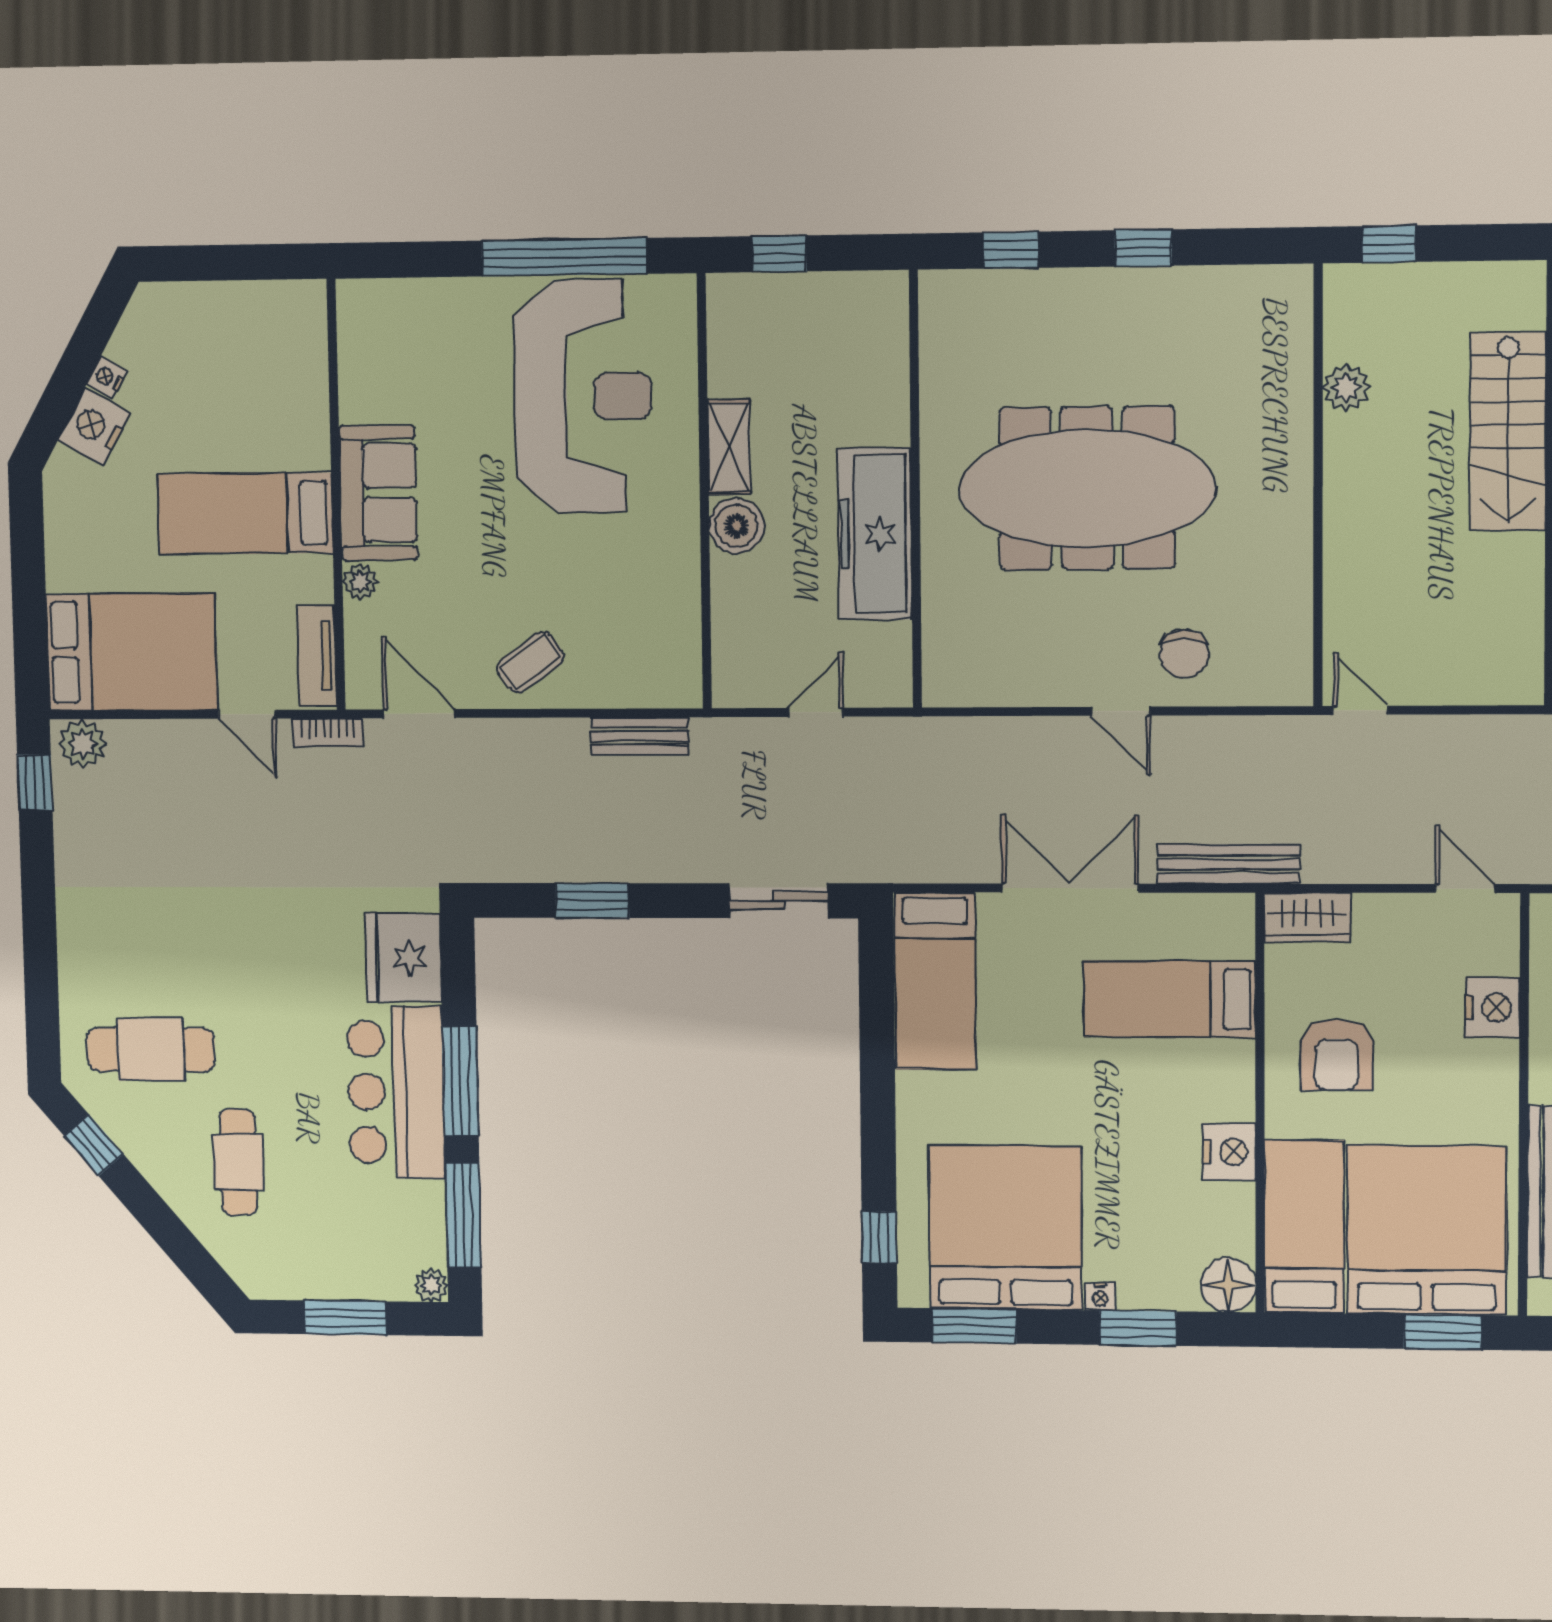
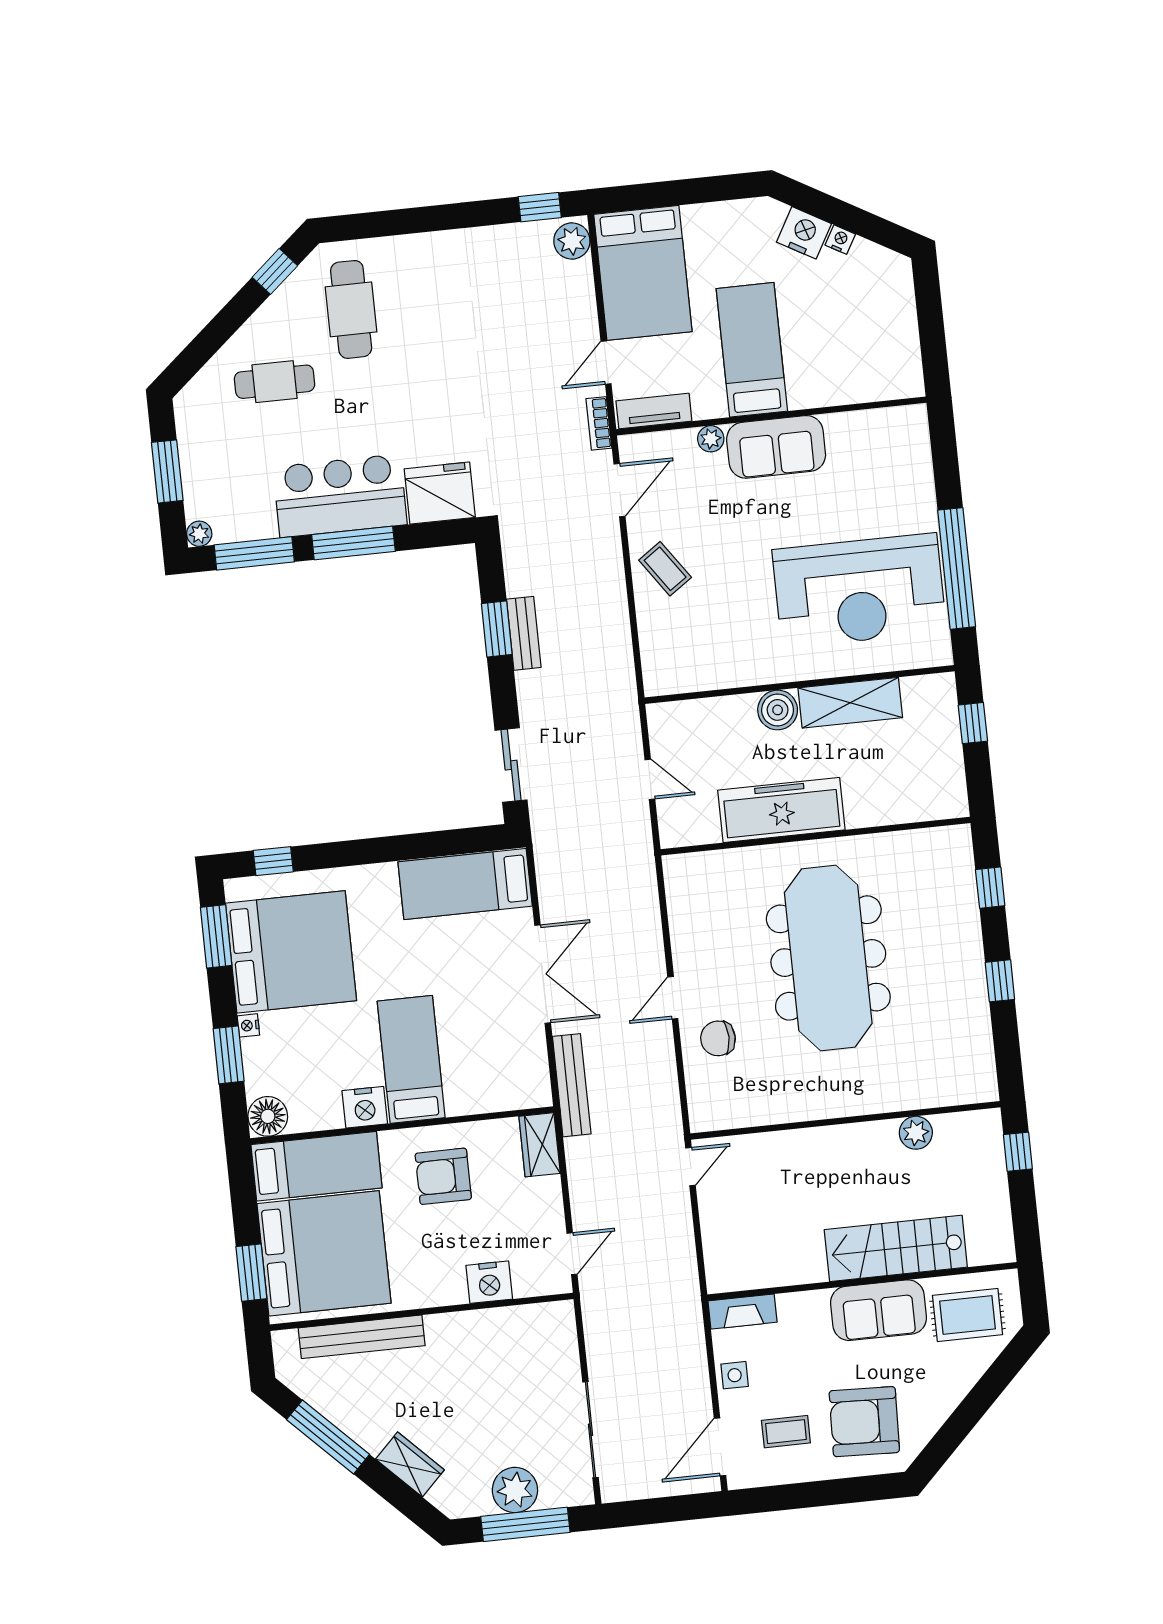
shelving: (729, 447) -> (850, 703), width x1.50, depth x1.33
bench: (640, 736) -> (524, 633), moved
bed: (1169, 999) -> (411, 1059), moved

